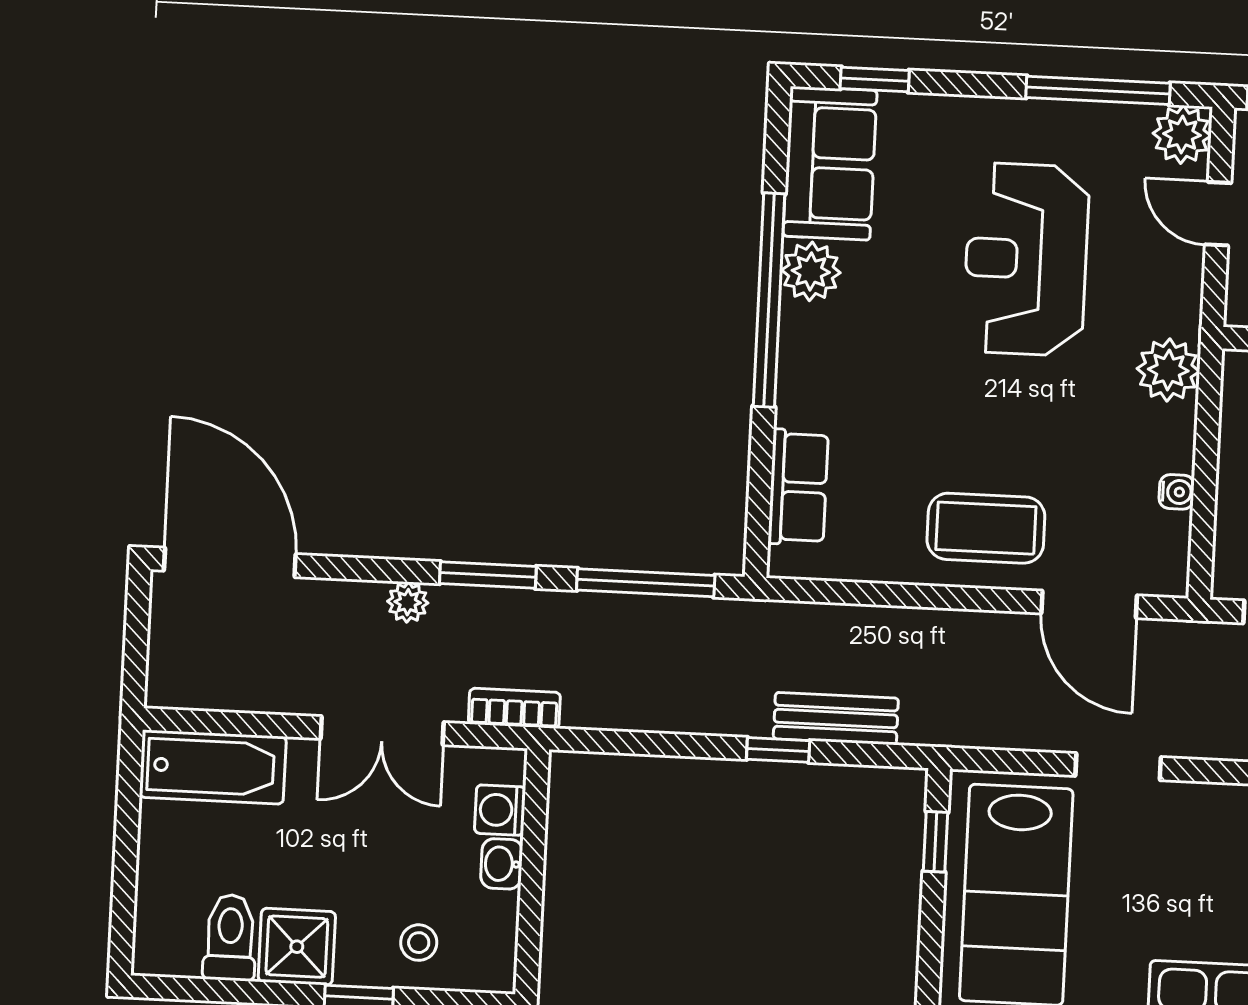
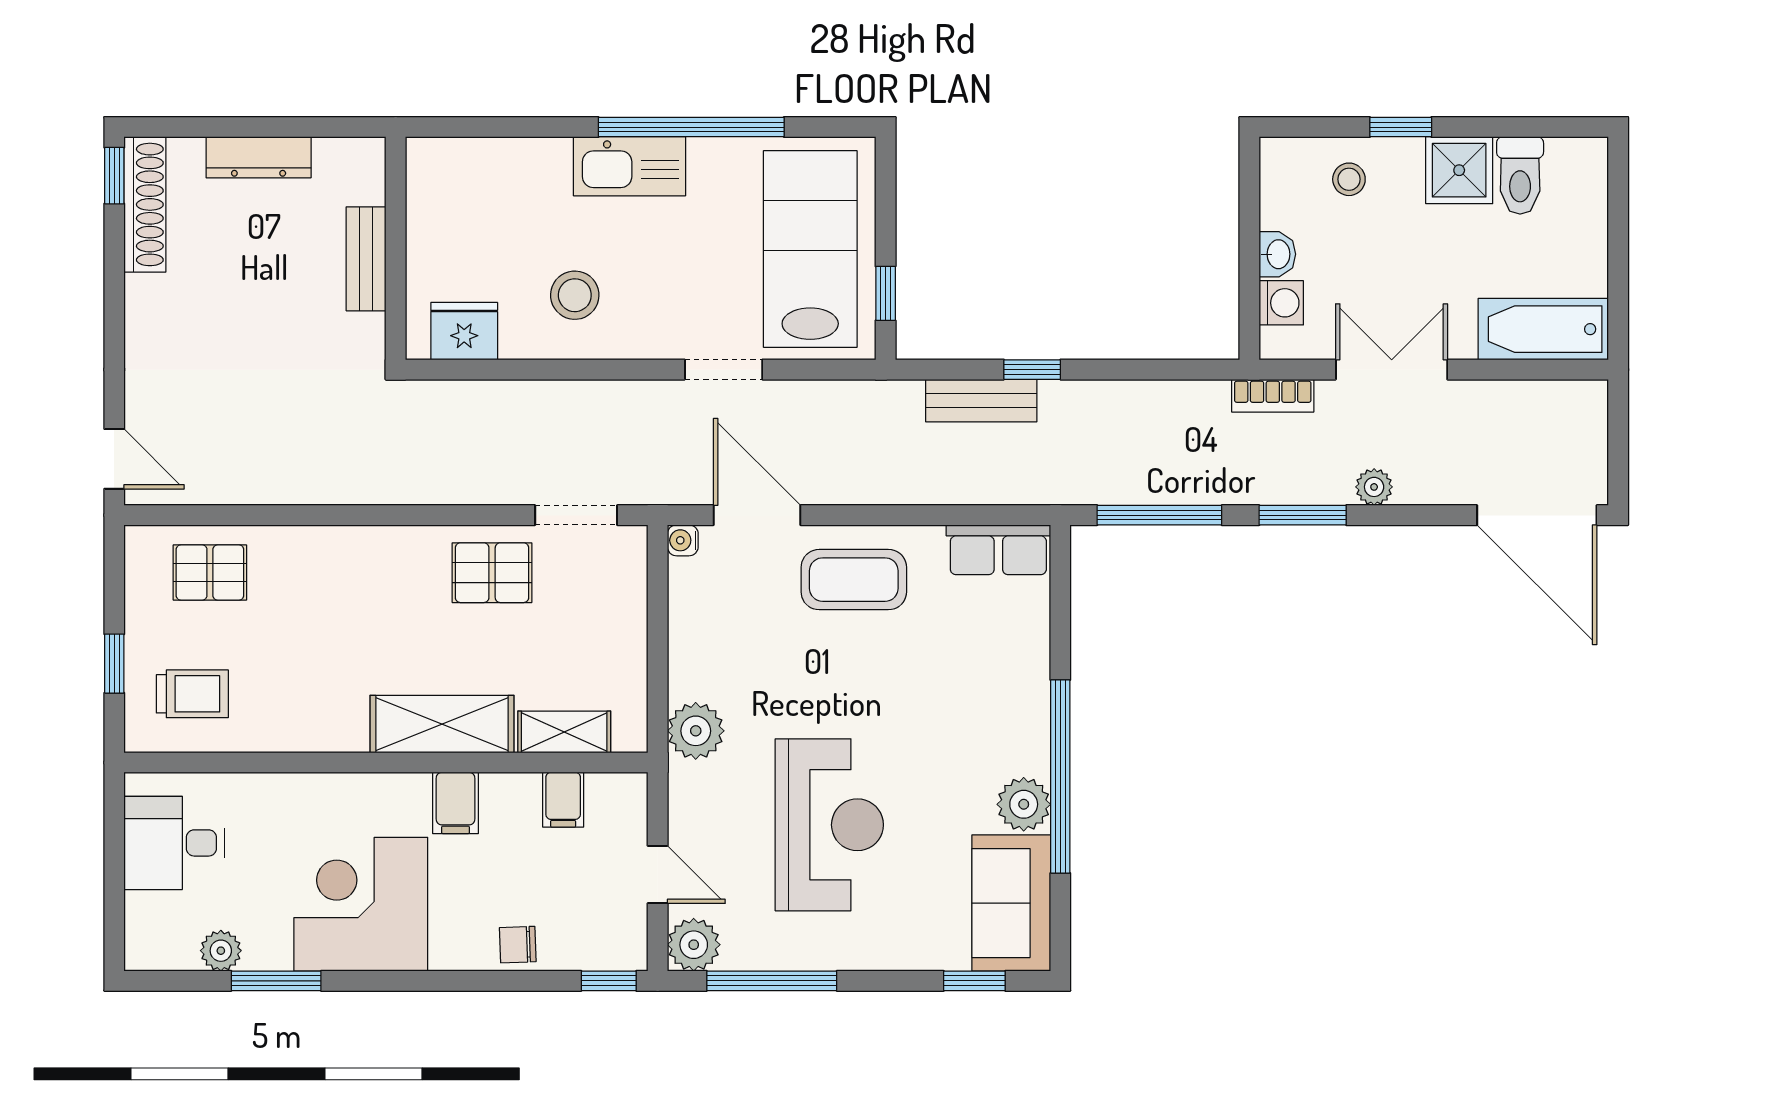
row of seats: (798, 487) -> (998, 550), moved, turned -90
water cooler: (1177, 492) -> (683, 540), moved

